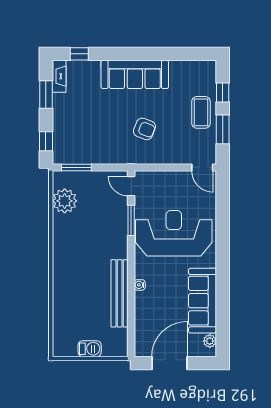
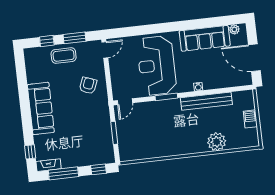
window: (46, 94) -> (63, 173), width x1.44
armchair: (144, 129) -> (88, 86), moved
window: (76, 167) -> (114, 133), moved
plant: (65, 201) -> (217, 142), moved
window: (131, 220) -> (166, 97), moved

